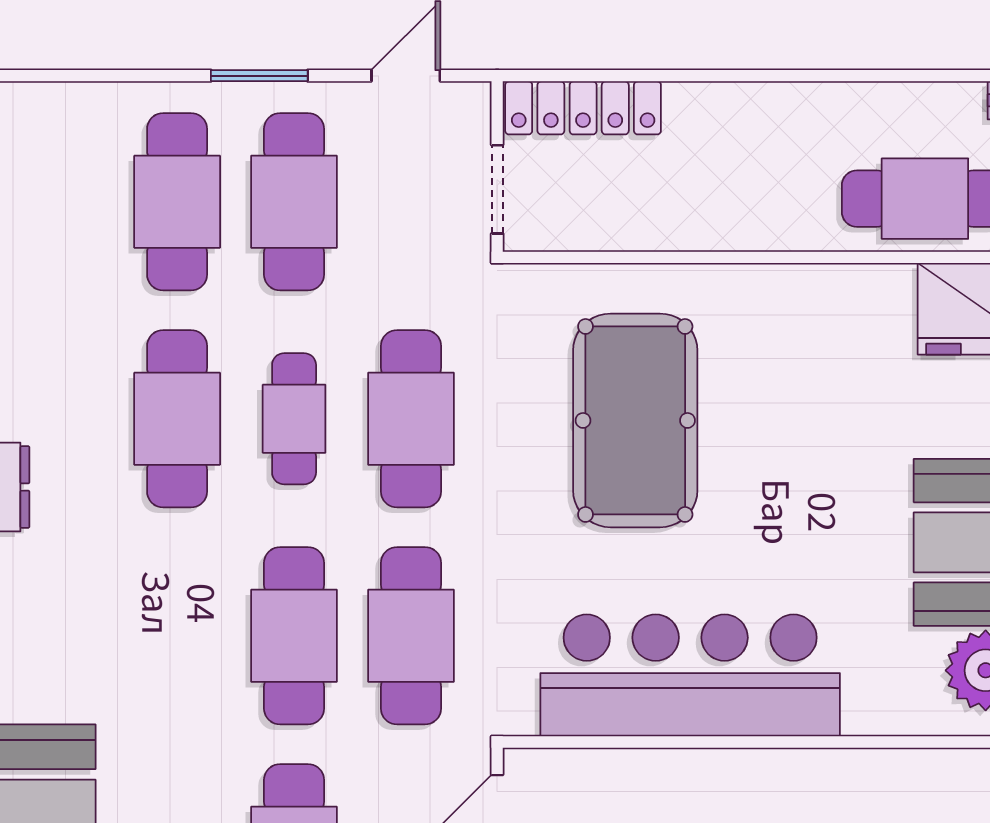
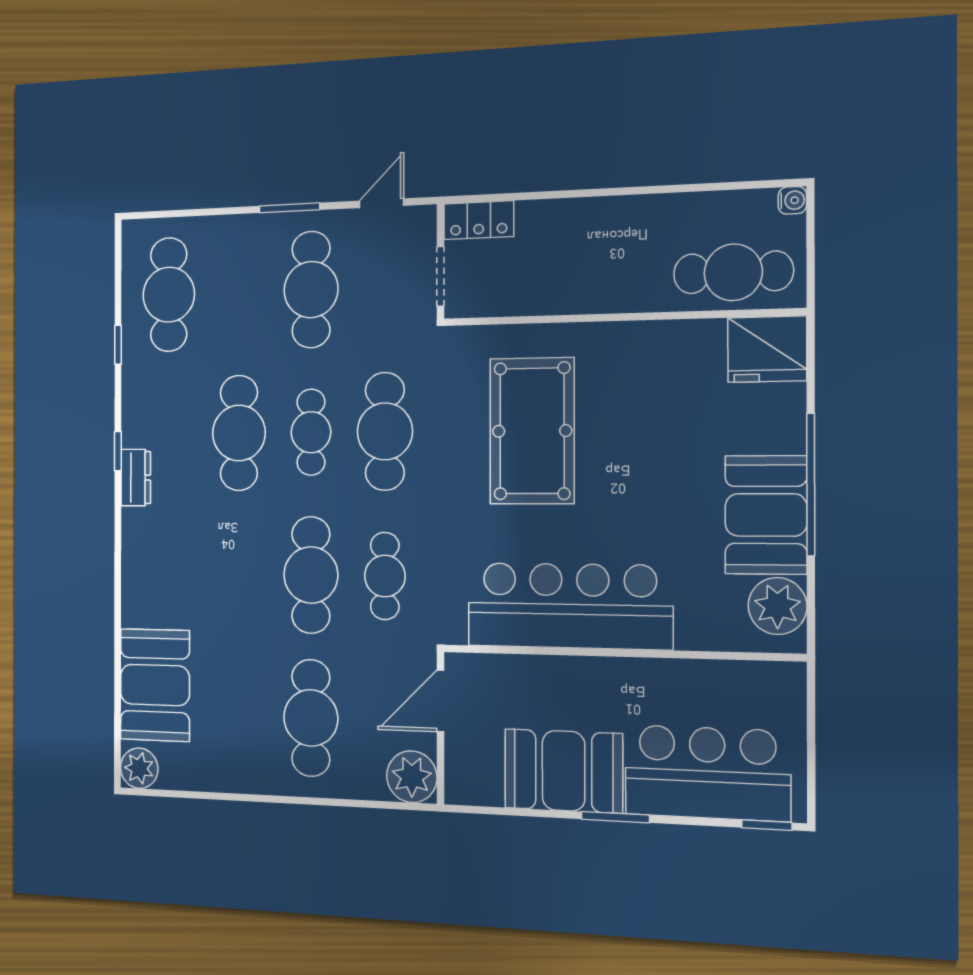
locker: (583, 108) -> (479, 220), width x0.66
cafe table: (177, 202) -> (169, 295), moved
cafe table: (411, 636) -> (385, 576), width x0.73, depth x0.74

